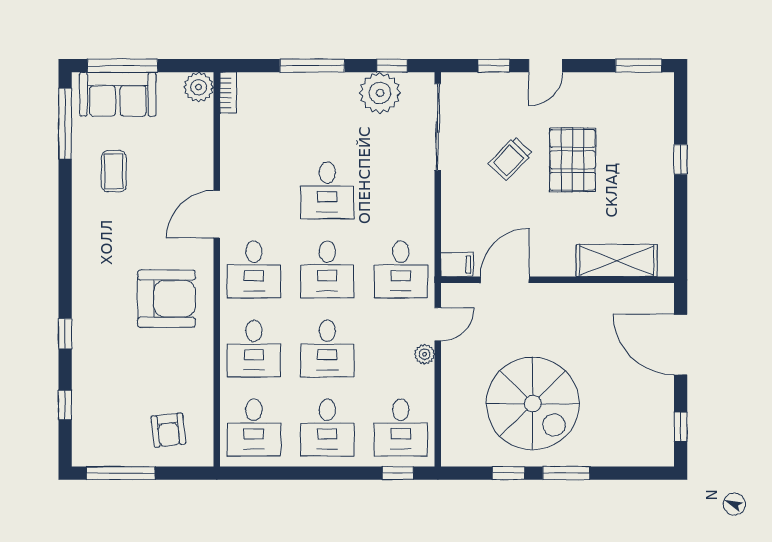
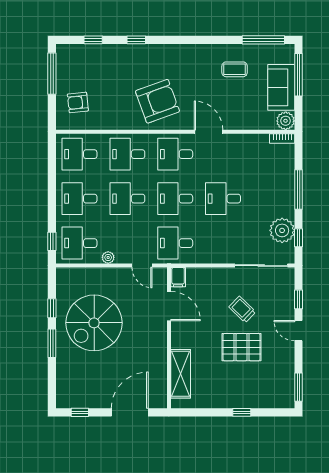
sofa: (118, 94) -> (281, 87), moved
armchair: (166, 299) -> (157, 101), turned -110
plant: (425, 354) -> (108, 257), moved

